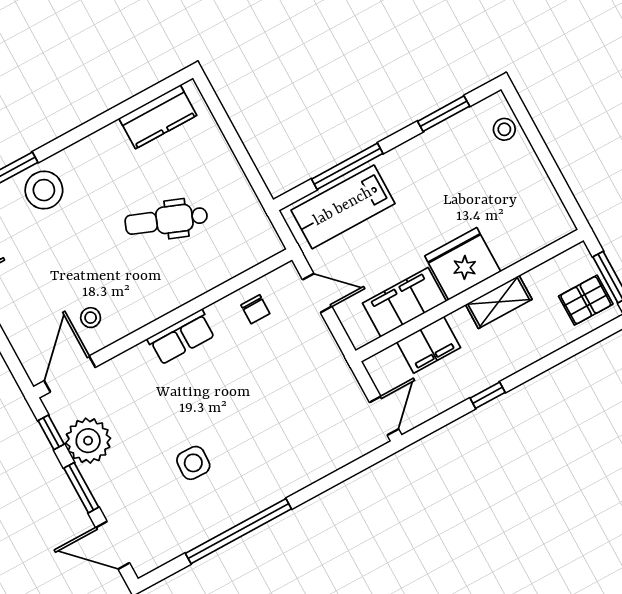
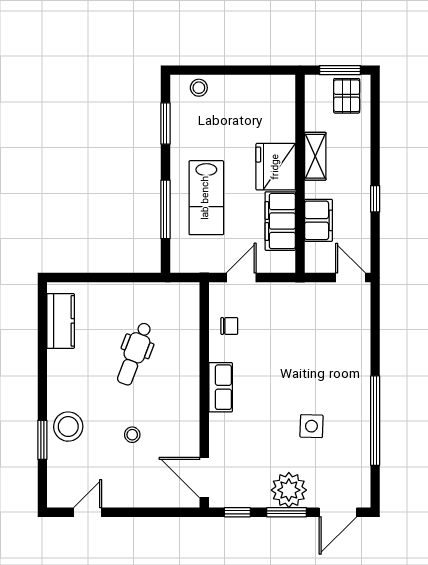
lab bench: (343, 207) -> (206, 198), moved
stool: (91, 318) -> (132, 435), moved
plant: (88, 441) -> (289, 490), moved

